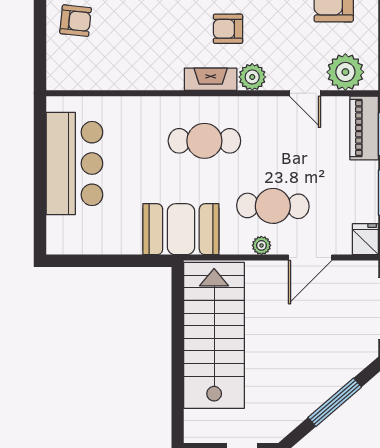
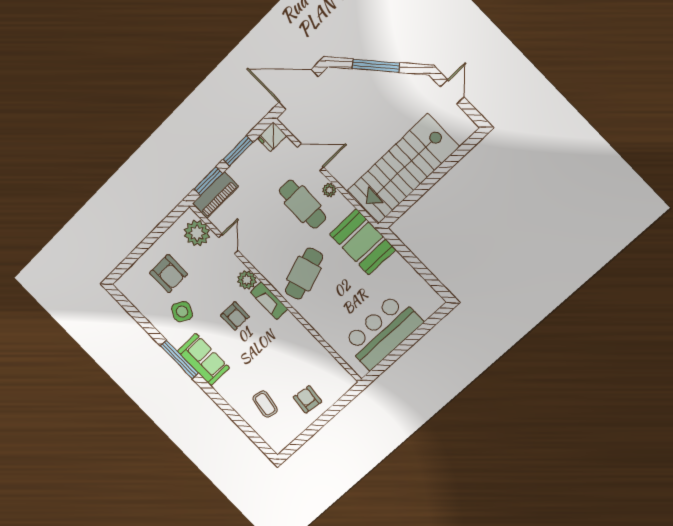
cafe table: (204, 141) -> (304, 274), turned 72

